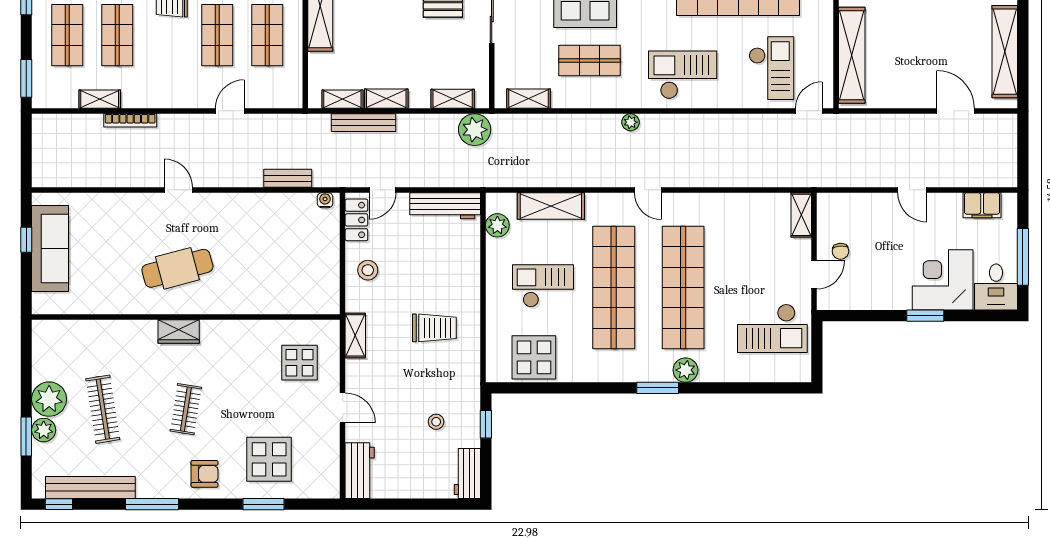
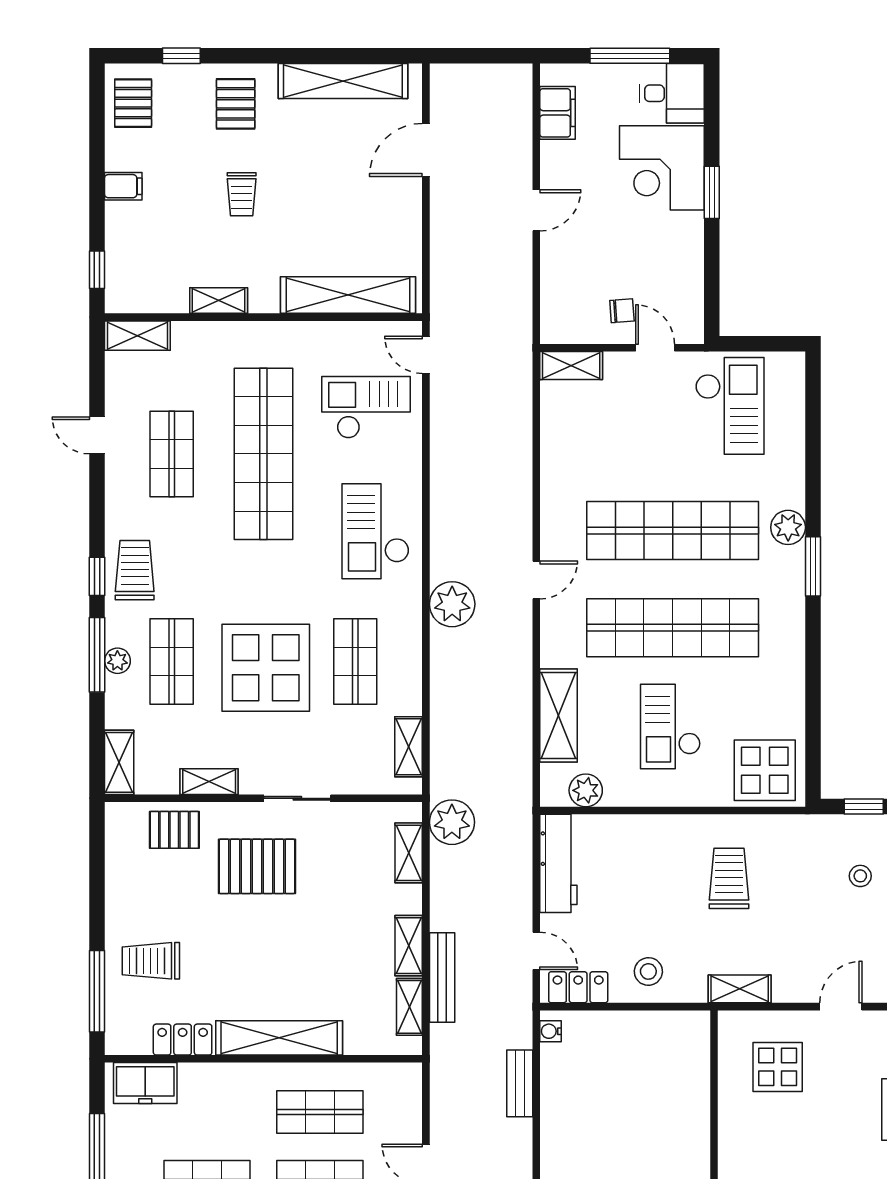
plant: (631, 122) -> (452, 604), width x1.88, depth x1.88
display table: (534, 357) -> (765, 770), moved

